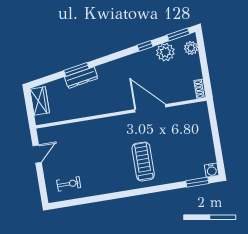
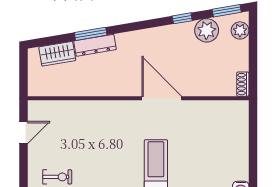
wardrobe: (40, 101) -> (57, 54), moved, turned 80
door: (150, 108) -> (162, 98), moved

